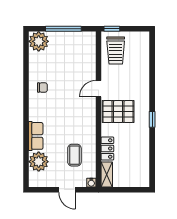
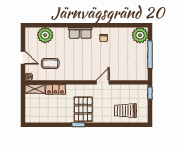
trolley: (116, 51) -> (125, 111), moved
door: (98, 89) -> (103, 82), hinge flipped
pallet: (118, 112) -> (83, 109), moved
row of seats: (36, 136) -> (80, 33), moved
door: (67, 190) -> (23, 58), swing flipped

